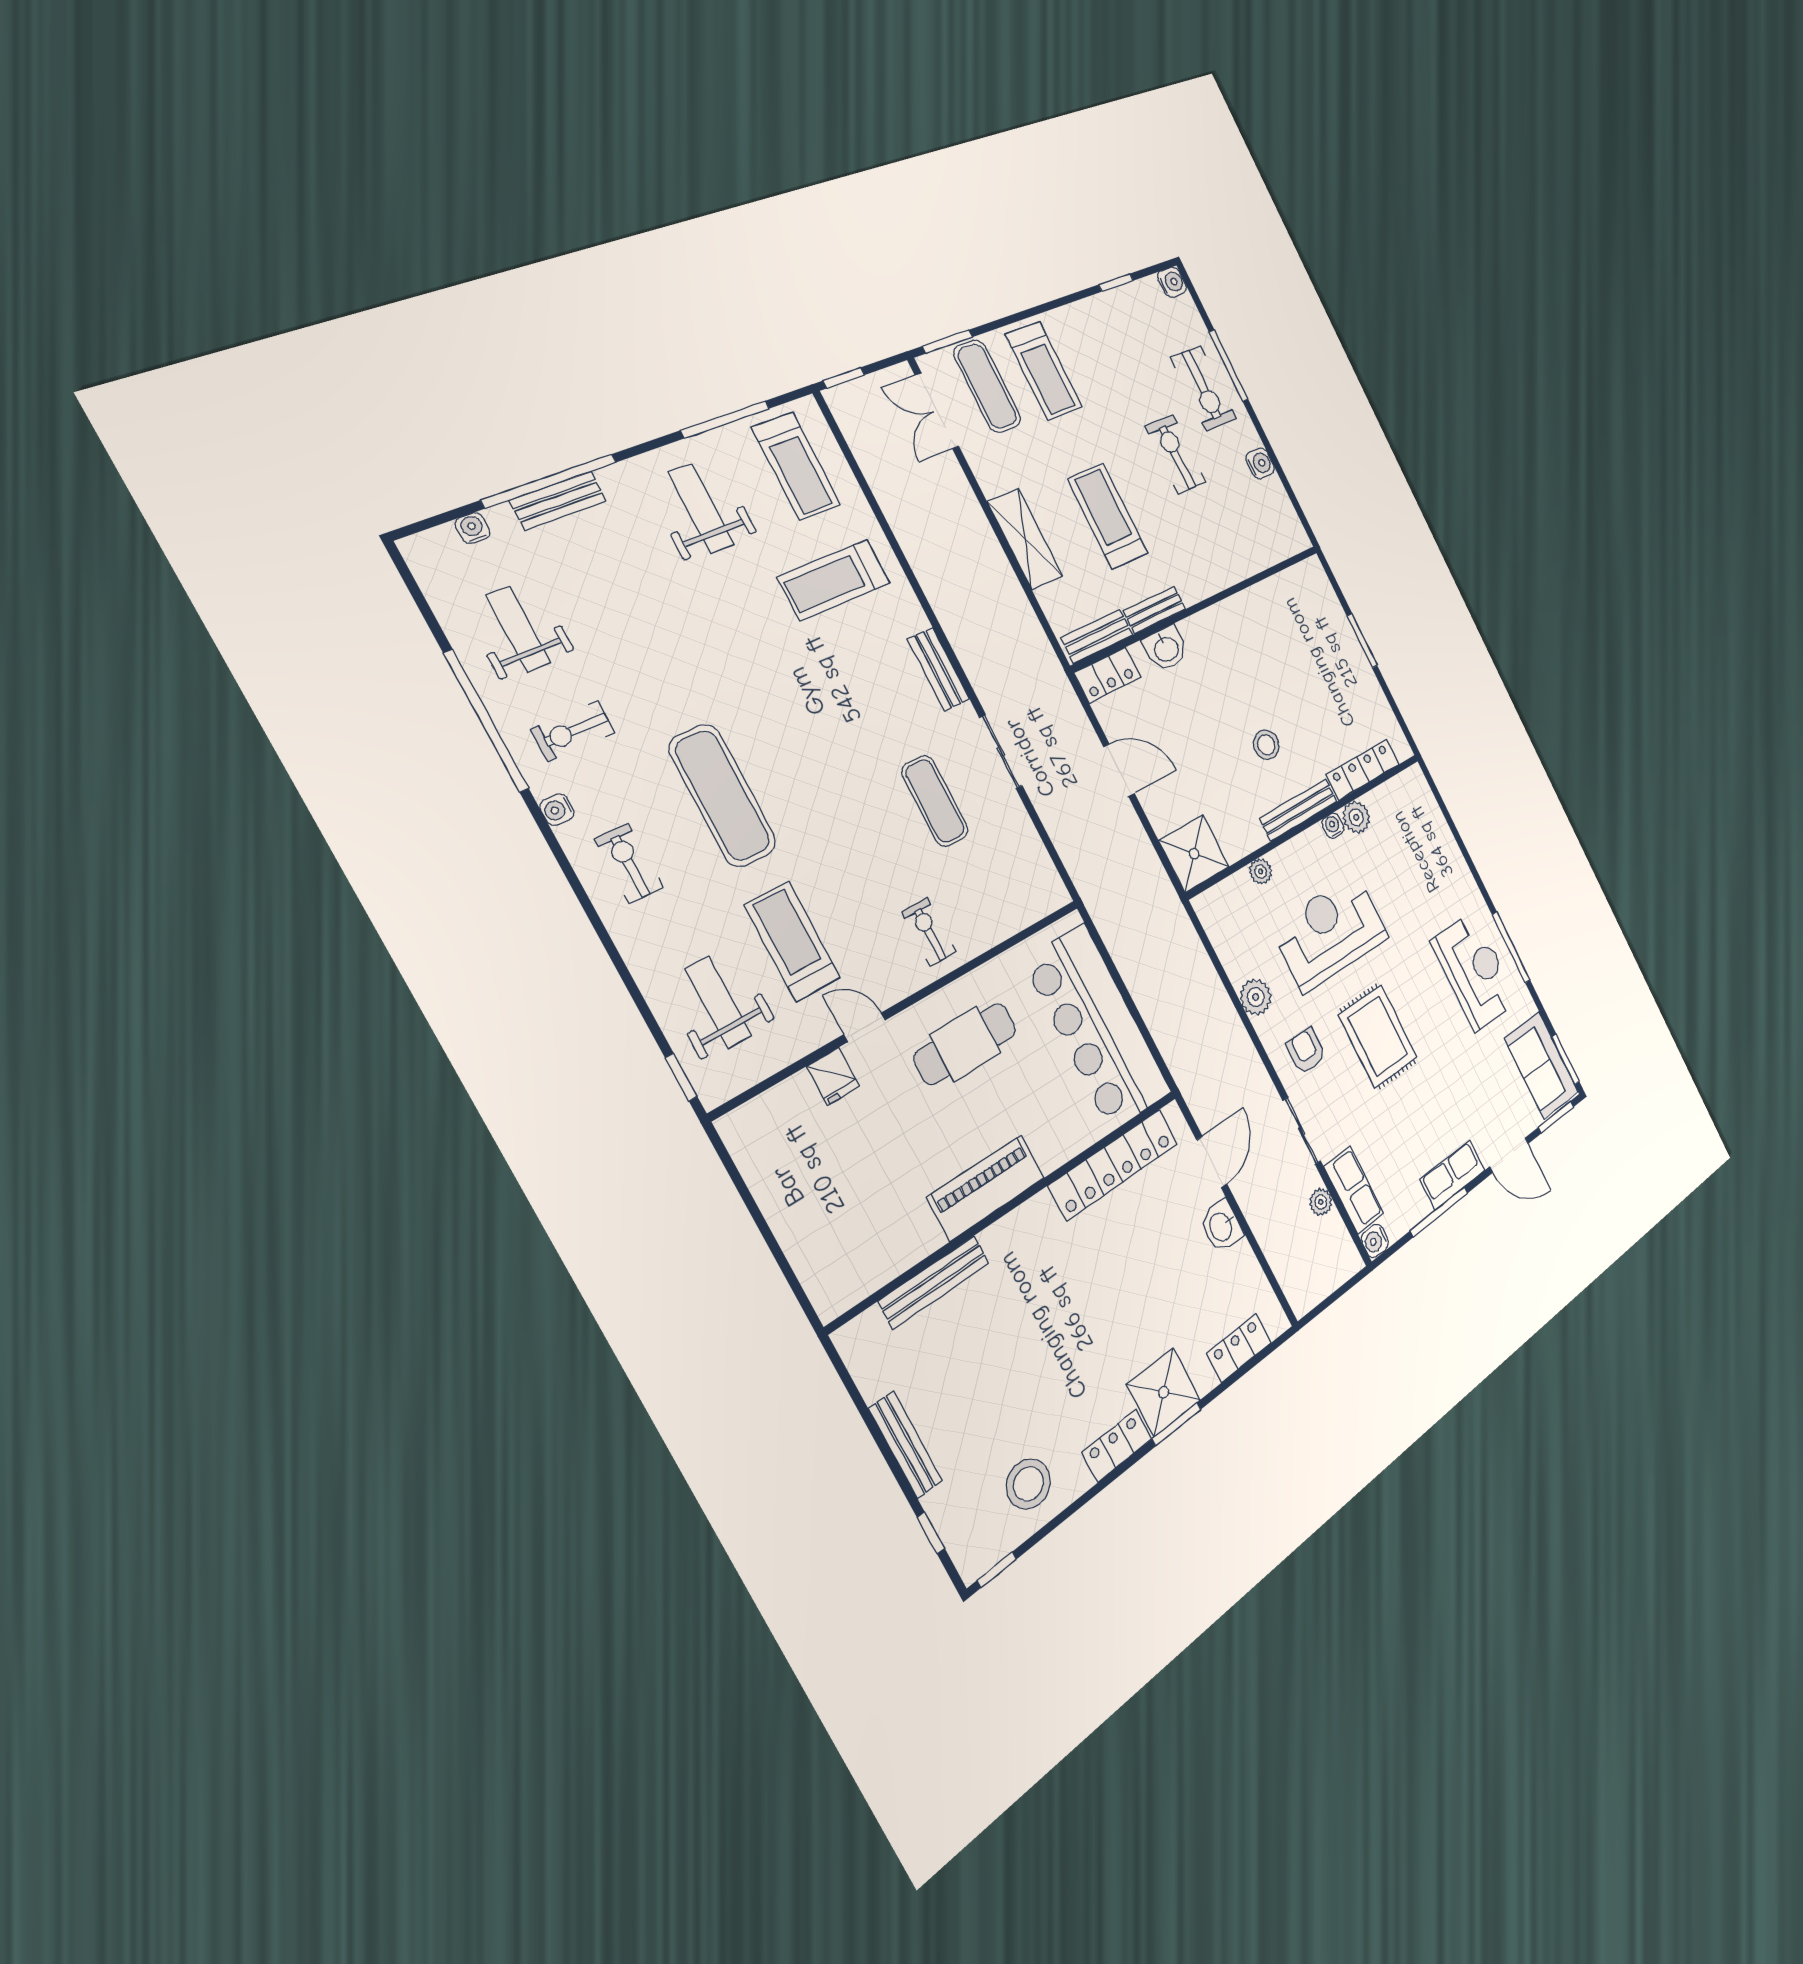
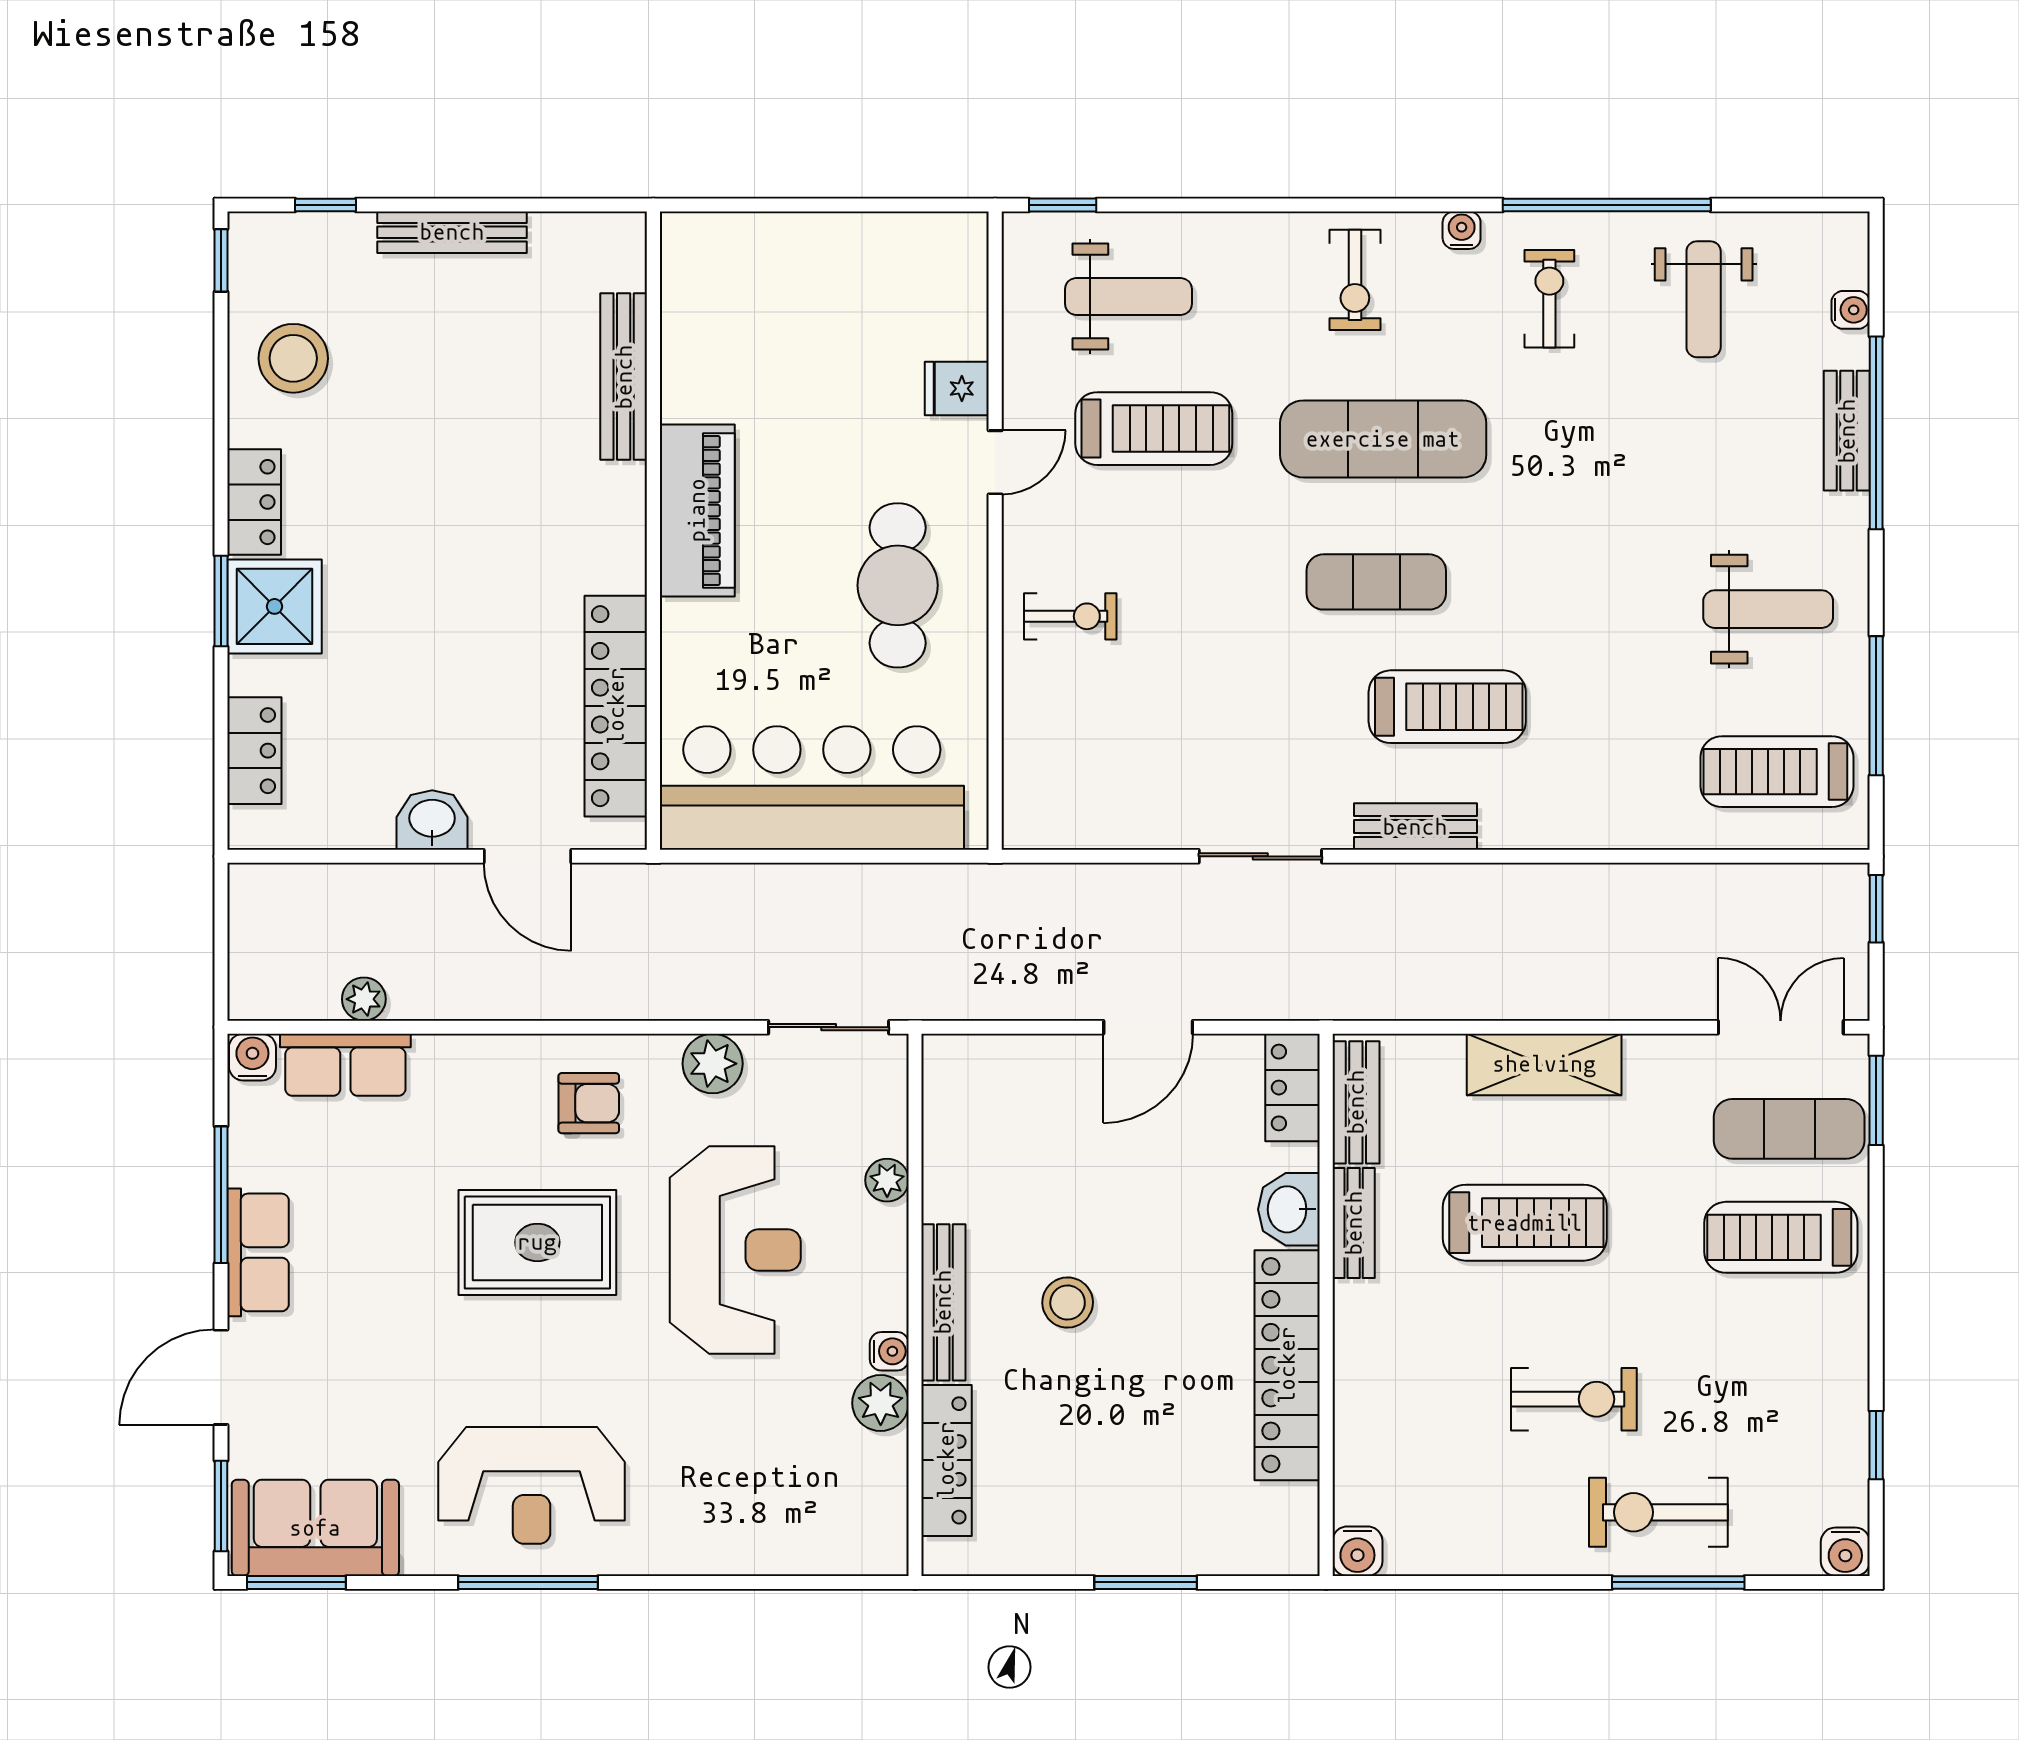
water cooler: (1260, 464) -> (1357, 1551), moved
treadmill: (834, 580) -> (1447, 707), moved, turned 90
locker: (1236, 614) -> (1287, 1365), added
weight bench: (518, 629) -> (1704, 299), turned 90
exercise mat: (935, 801) -> (1376, 582), moved
shower: (1194, 854) -> (970, 1082), removed
exercise bike: (629, 863) -> (1355, 280), turned 90
sliding door: (1302, 1131) -> (829, 1027), moved

